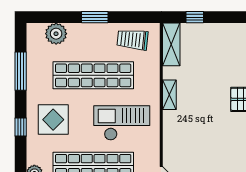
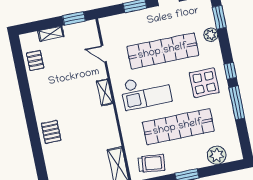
window: (21, 71) -> (237, 103), moved
shelving: (169, 95) -> (105, 92), moved

